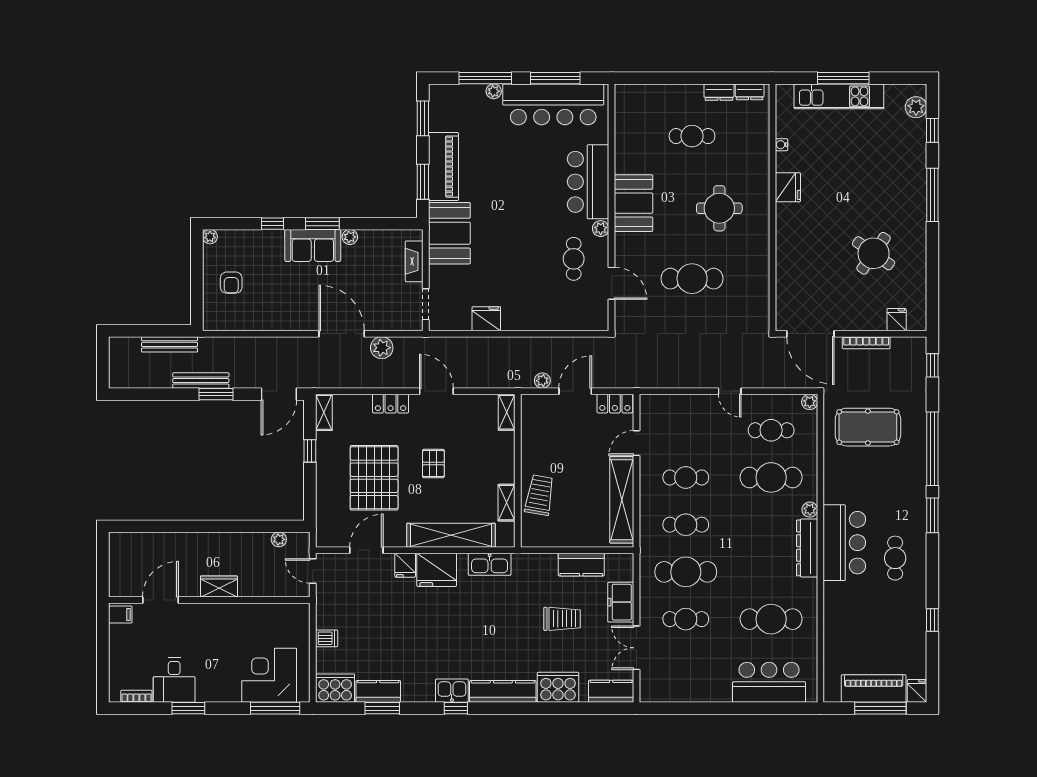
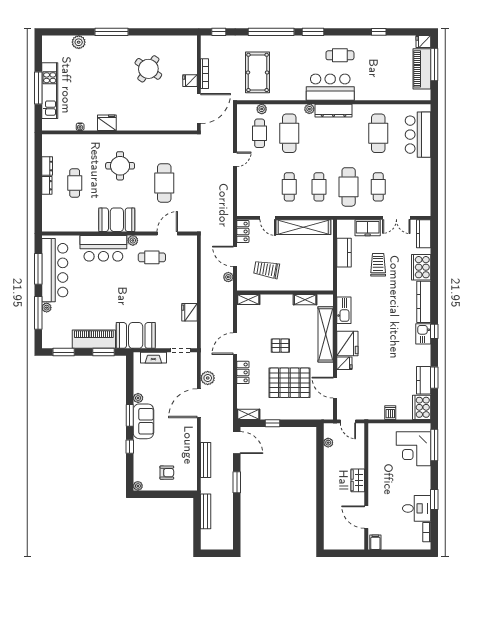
dresser: (750, 92) -> (47, 185), moved
plant: (916, 107) -> (79, 42), moved
window: (932, 130) -> (71, 32), removed
fridge: (897, 320) -> (190, 81), moved
bench: (201, 380) -> (206, 460), moved
plant: (810, 402) -> (262, 109), moved
trolley: (539, 495) -> (267, 269), moved
door: (313, 571) -> (348, 421), hinge flipped

